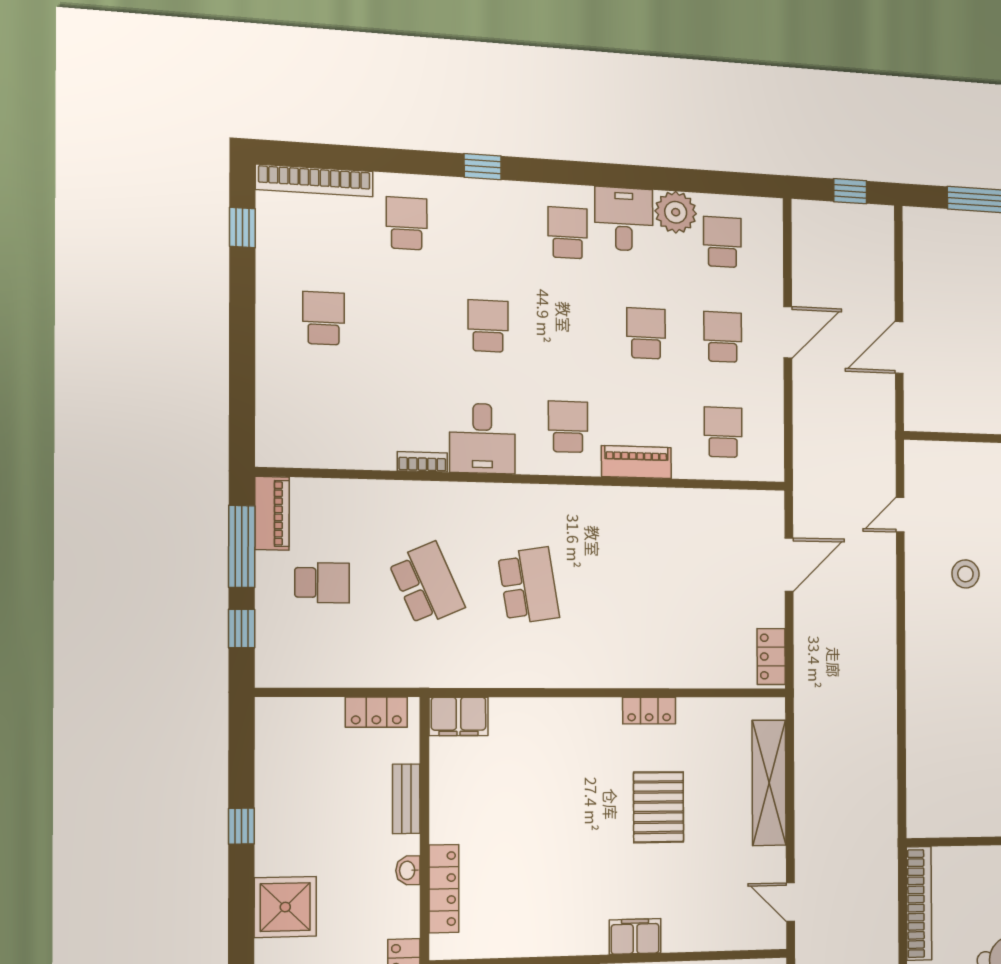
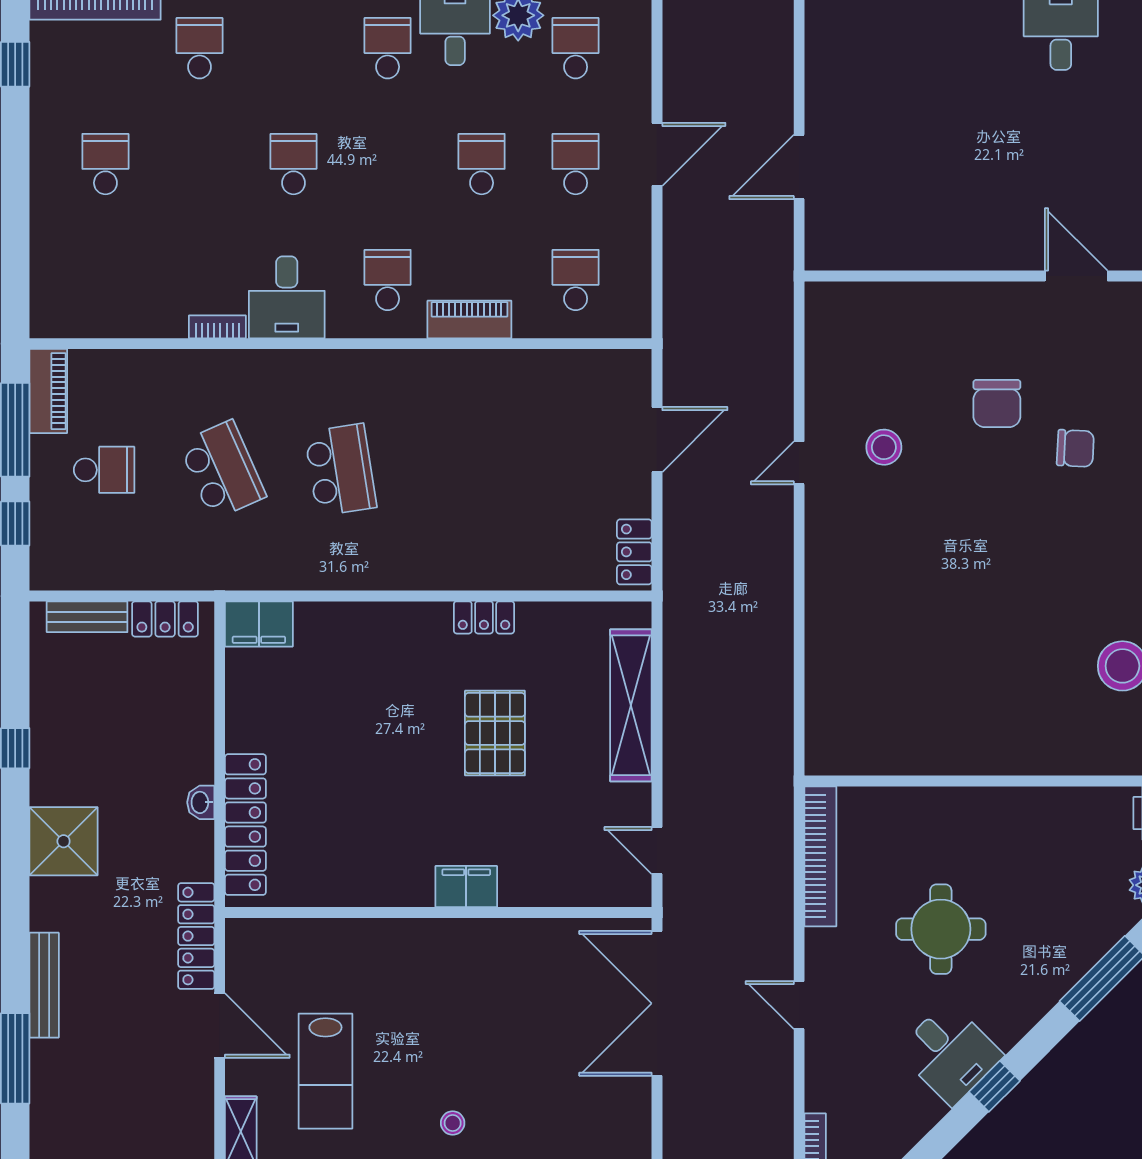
door: (900, 515) -> (799, 463), moved
bench: (406, 799) -> (87, 617), moved, turned 90
locker: (444, 889) -> (245, 825), width x1.41, depth x1.21

